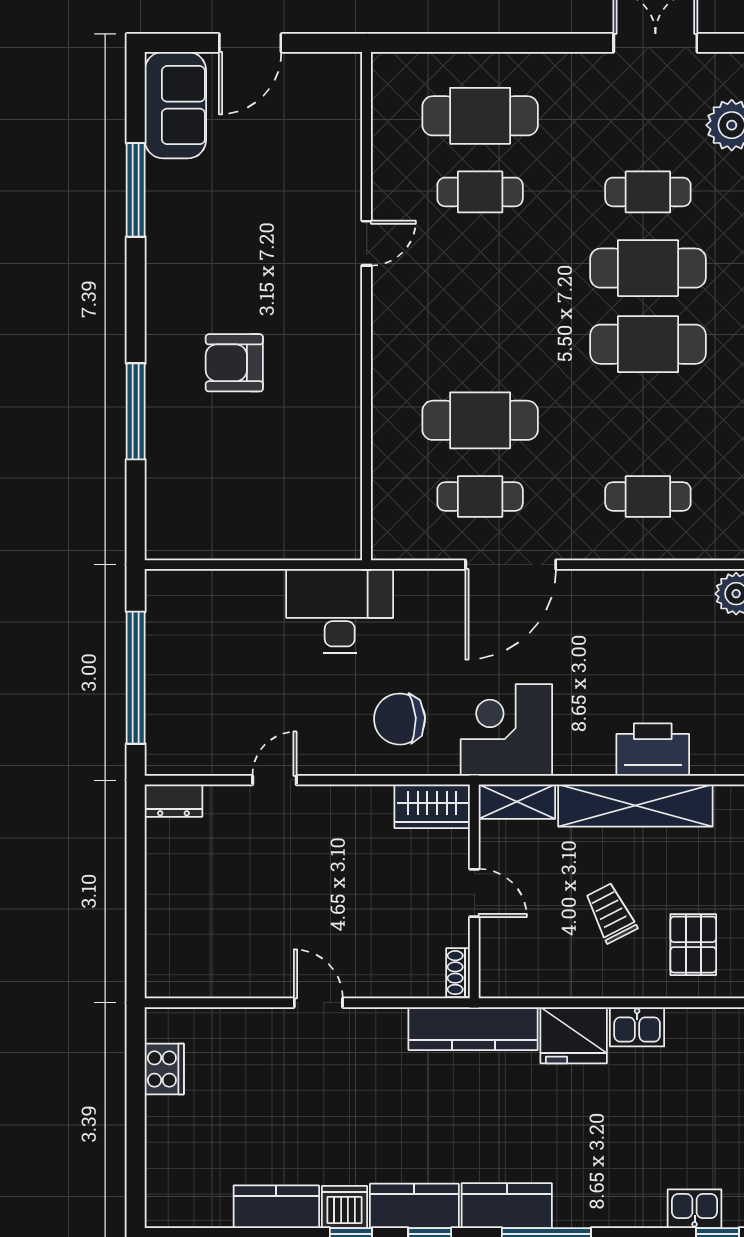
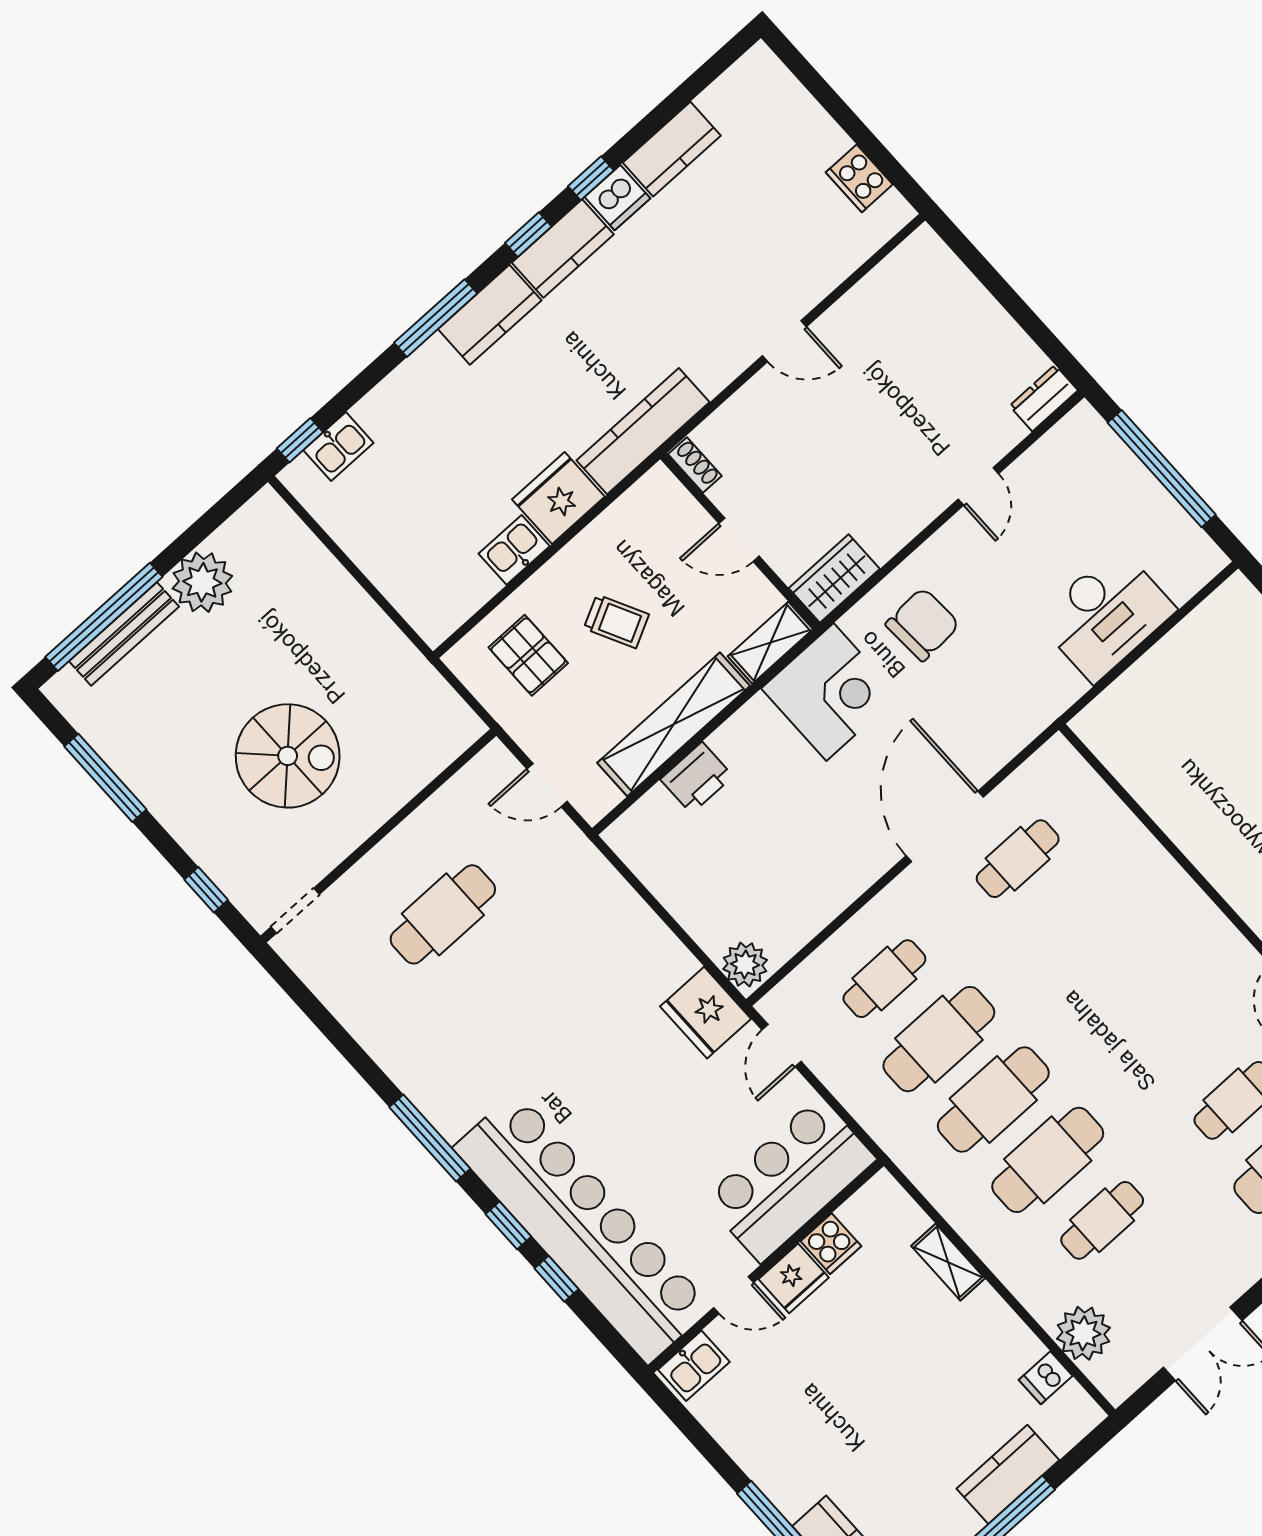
cafe table: (480, 420) -> (939, 1039), moved
desk: (340, 611) -> (1106, 614), moved
printer: (653, 750) -> (697, 778), width x0.73, depth x0.84

